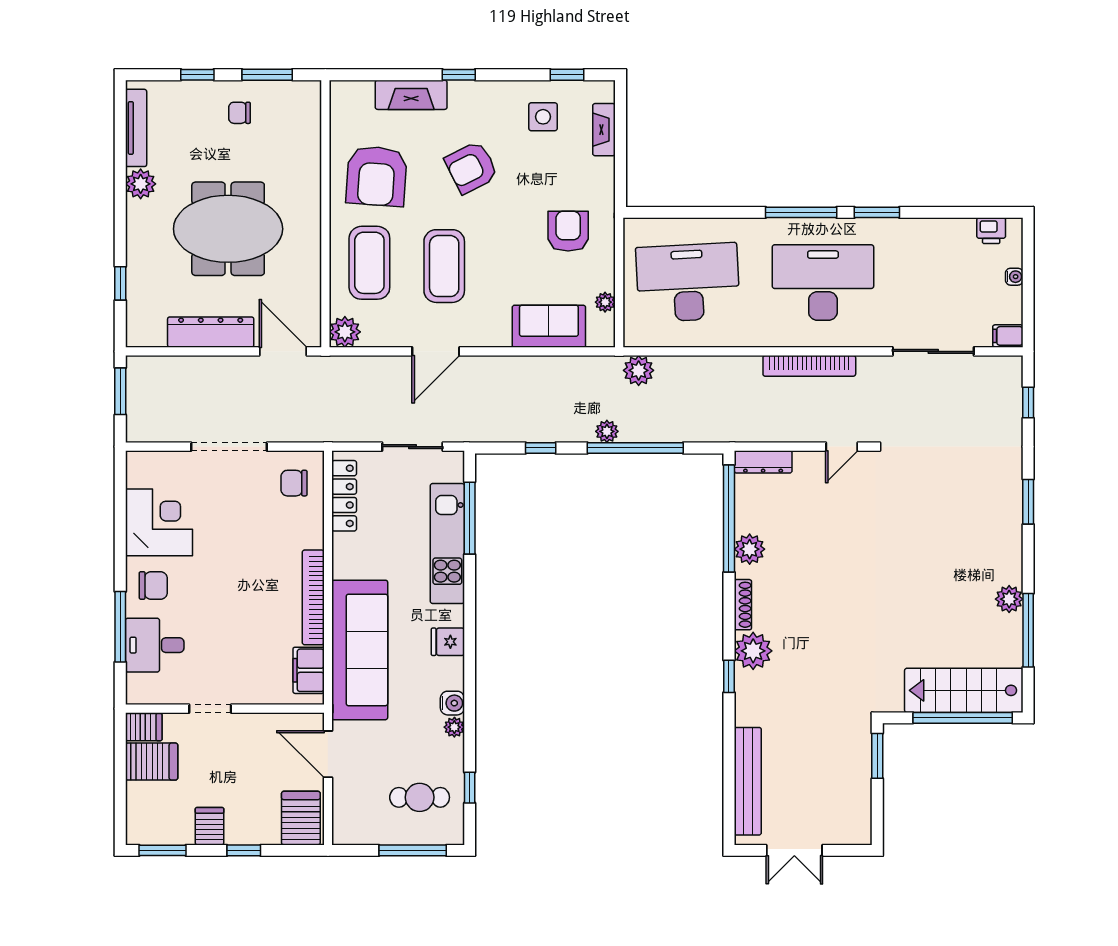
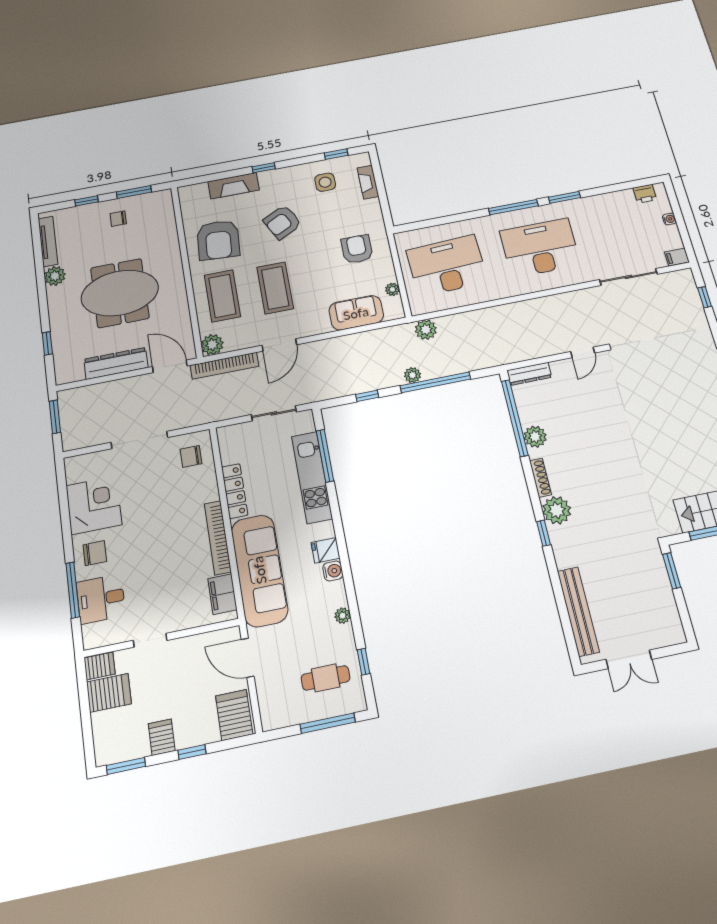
bookcase: (809, 366) -> (225, 366), moved
locker: (344, 496) -> (235, 491), moved
water cooler: (452, 703) -> (333, 571), moved

